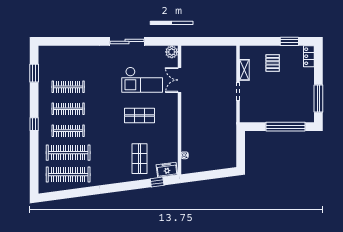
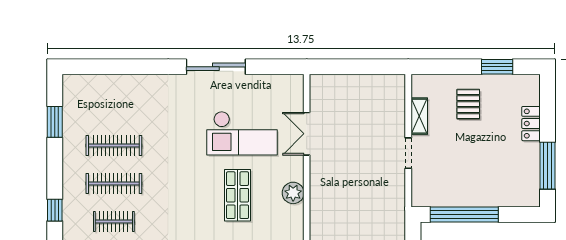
plant: (172, 52) -> (293, 193), moved
locker: (309, 56) -> (531, 124), moved
shop shelf: (139, 116) -> (238, 195), turned 90
window: (285, 127) -> (464, 214), moved
clothes rail: (68, 131) -> (114, 221), width x0.73

